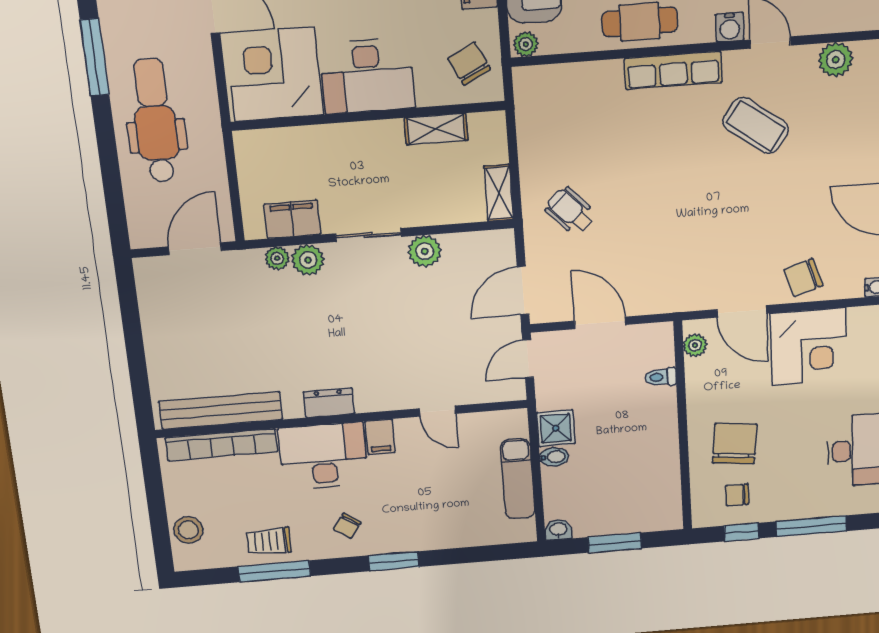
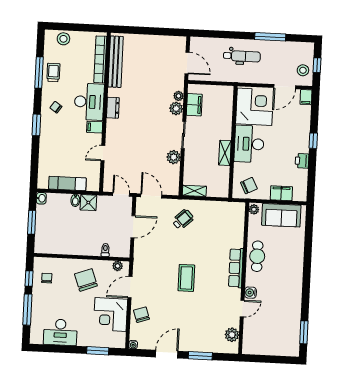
dental chair: (155, 121) -> (242, 56), width x0.73, depth x0.72
coffee table: (756, 125) -> (186, 278), moved, turned -36
shelving: (436, 129) -> (225, 153), moved
chair: (735, 444) -> (86, 280), moved, turned -116

